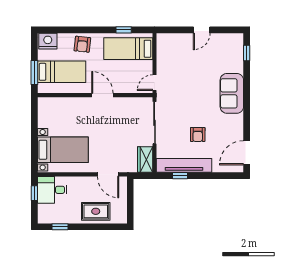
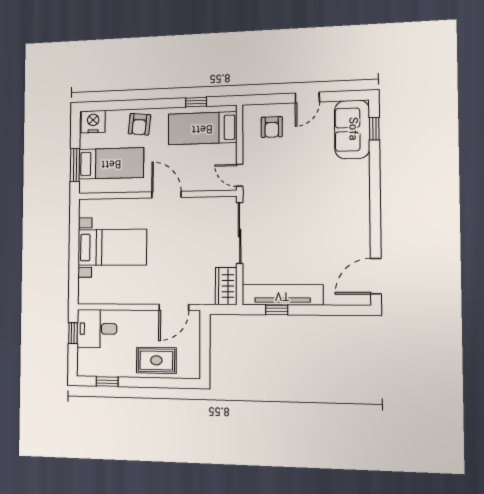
door: (155, 83) -> (240, 175), hinge flipped
sofa: (232, 93) -> (352, 129), moved
armchair: (198, 134) -> (272, 127), moved
bed with nightstands: (63, 150) -> (112, 247), moved
door: (108, 174) -> (174, 307), hinge flipped

